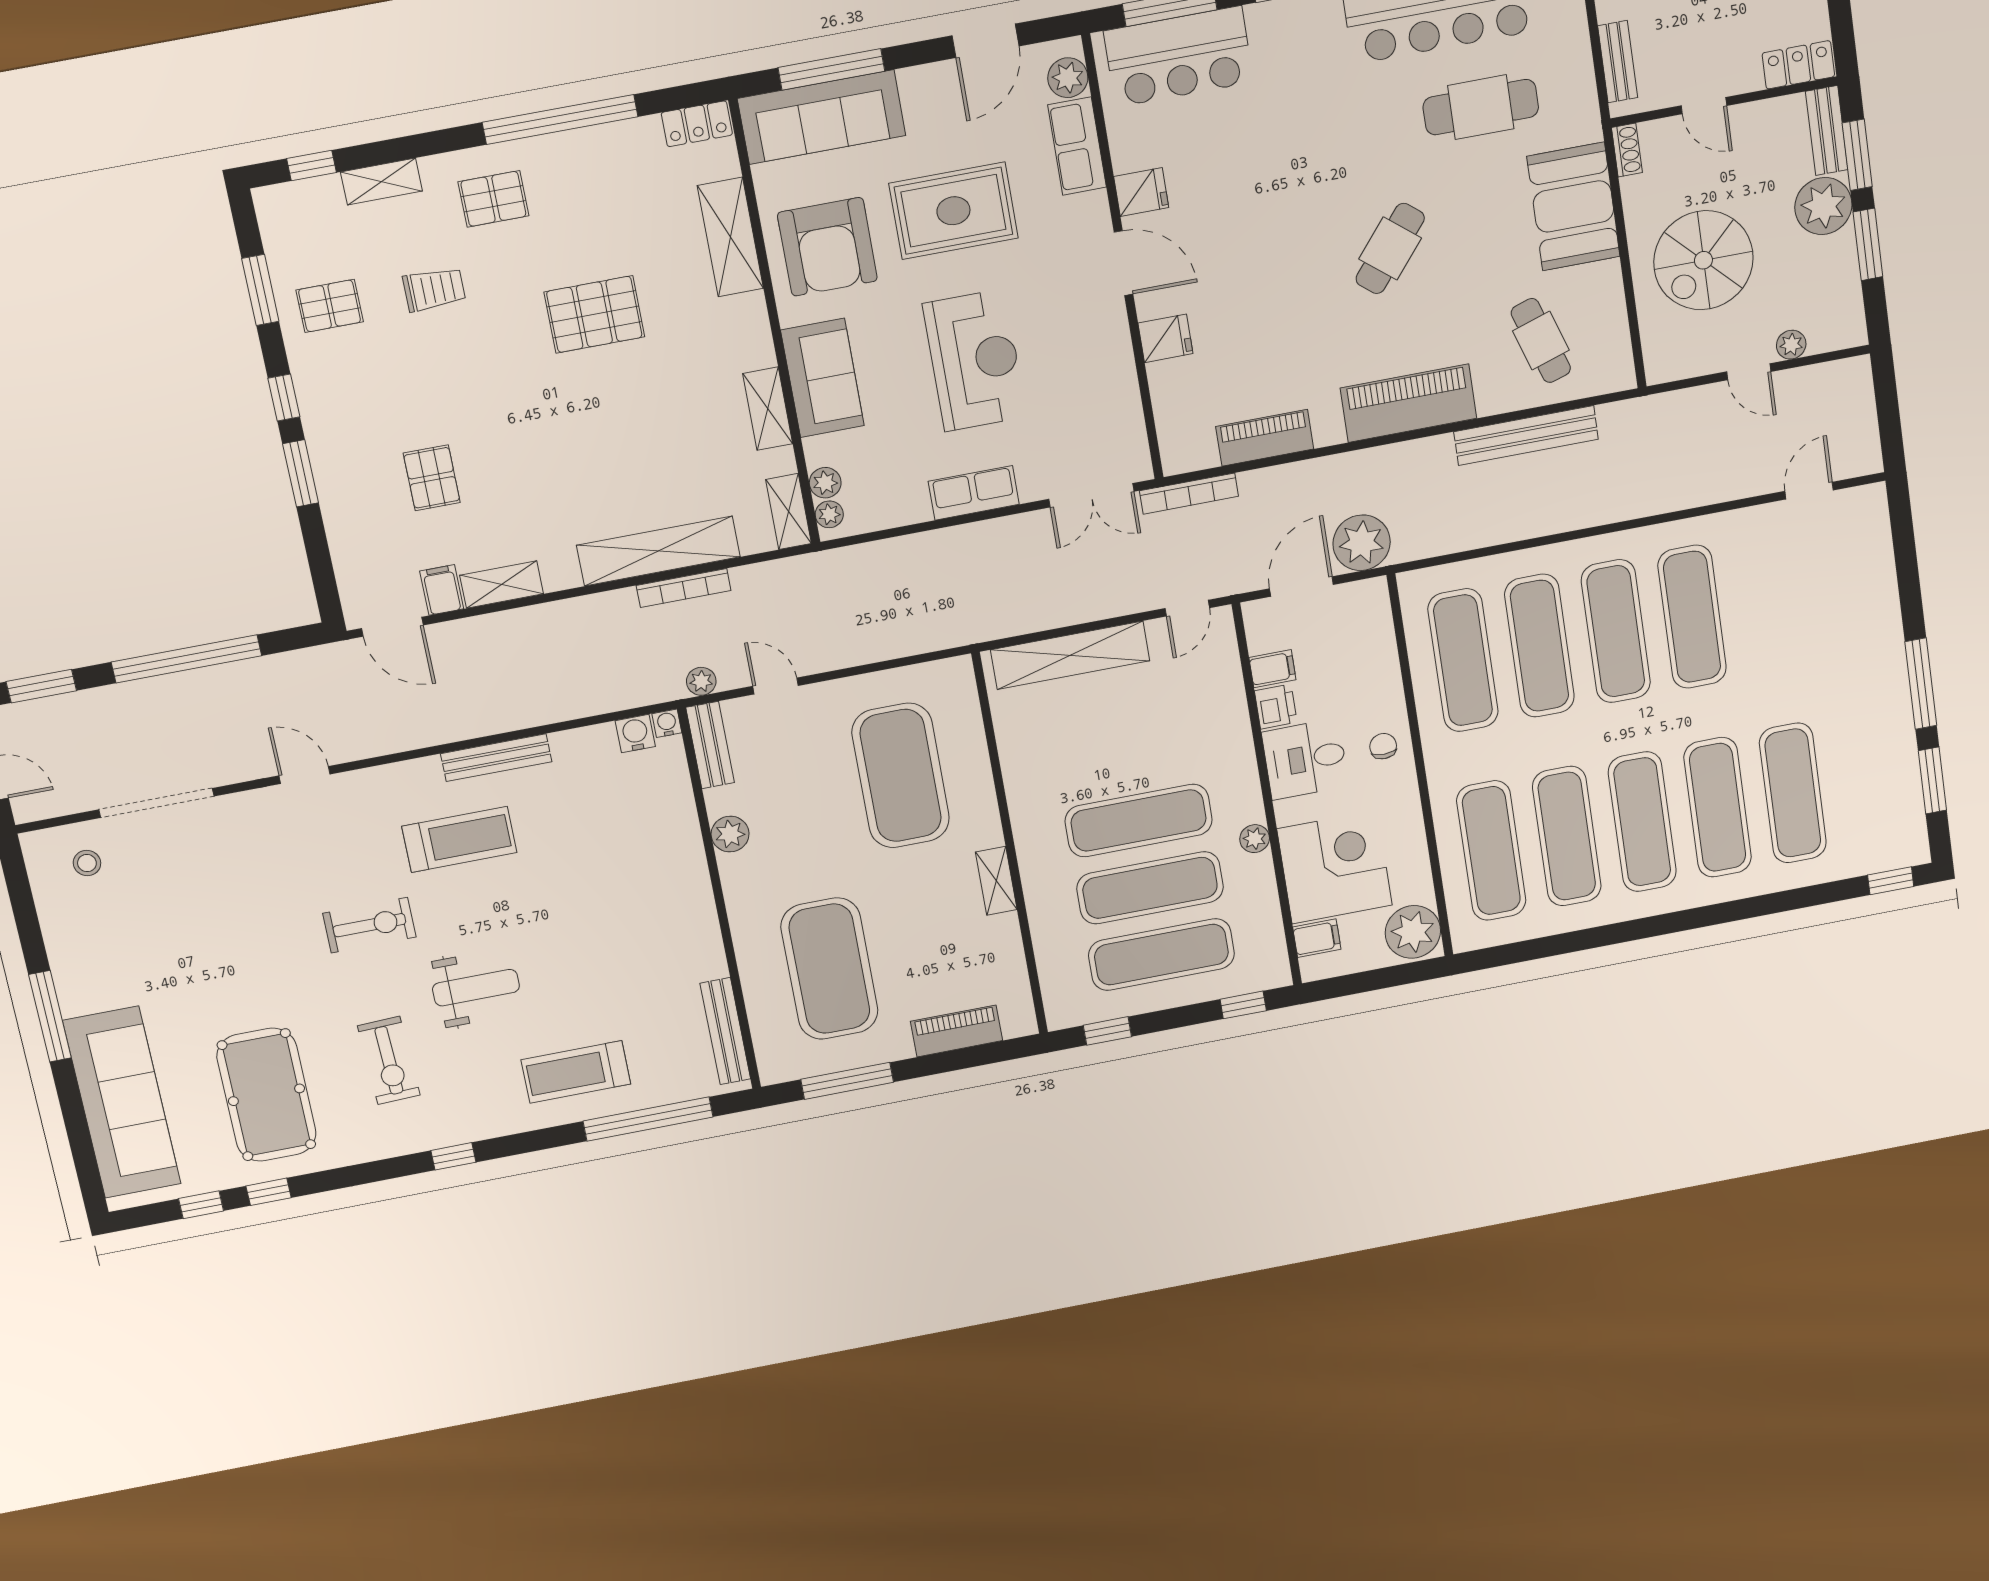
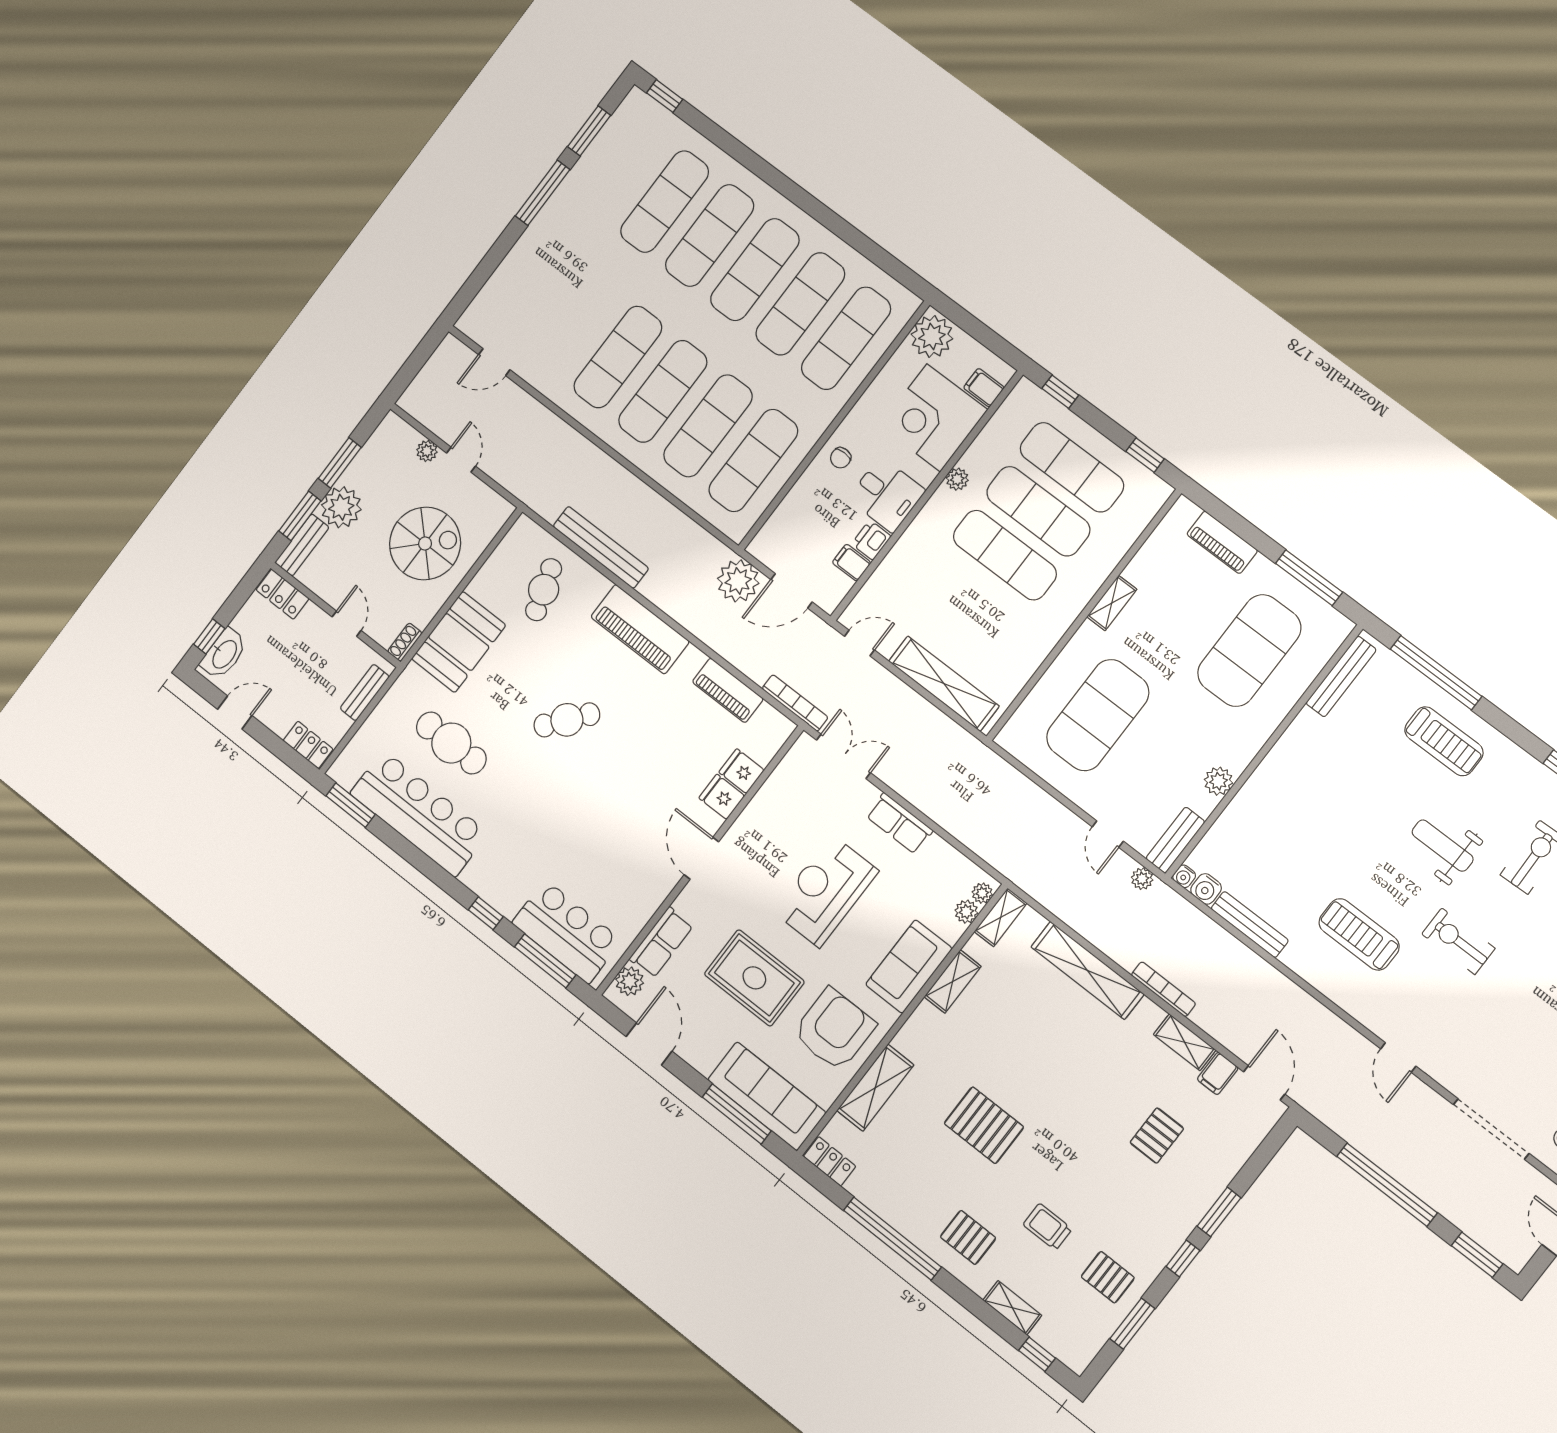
door: (986, 41) -> (649, 1044), hinge flipped
fridge: (1141, 192) -> (742, 771), moved
bookcase: (684, 588) -> (1163, 989), moved
bench: (496, 758) -> (1250, 925), moved

